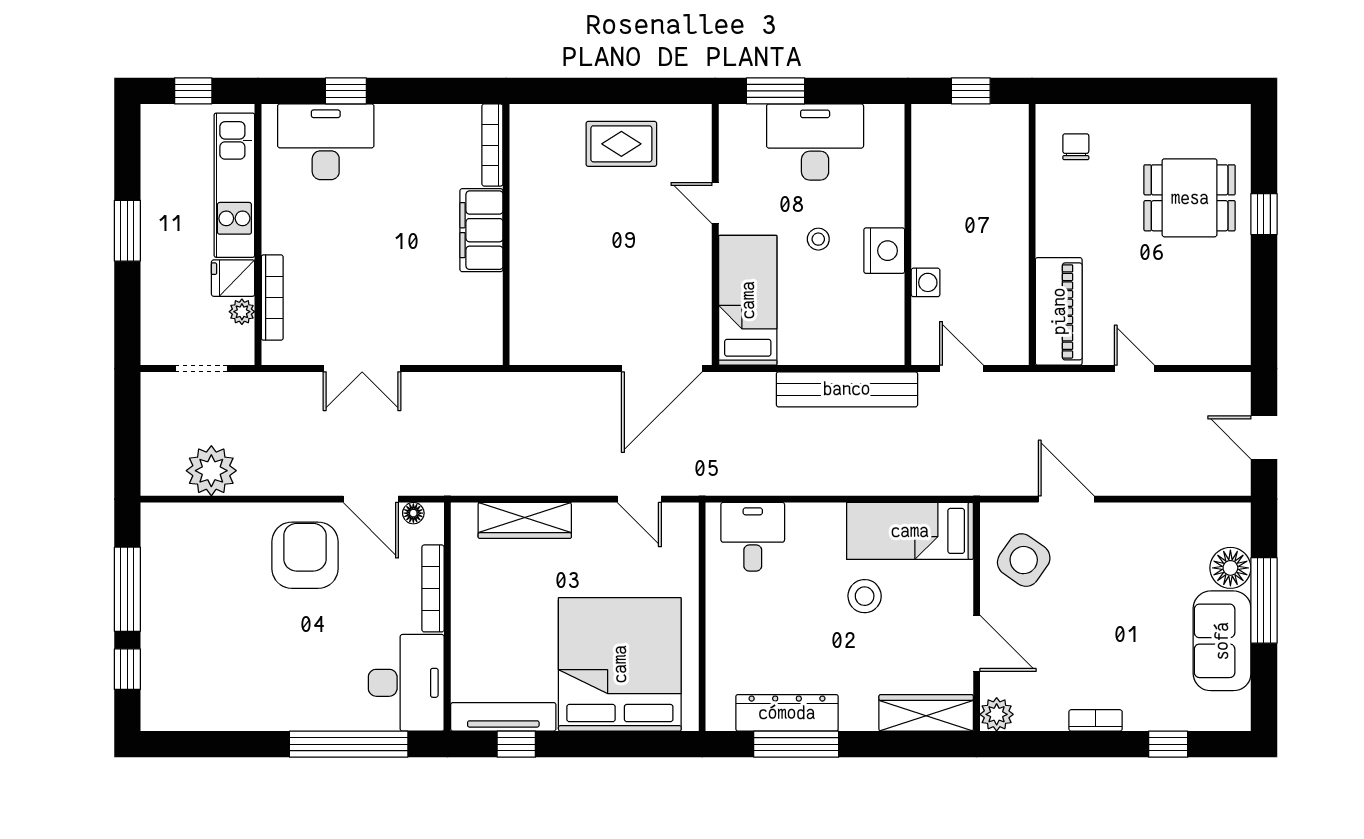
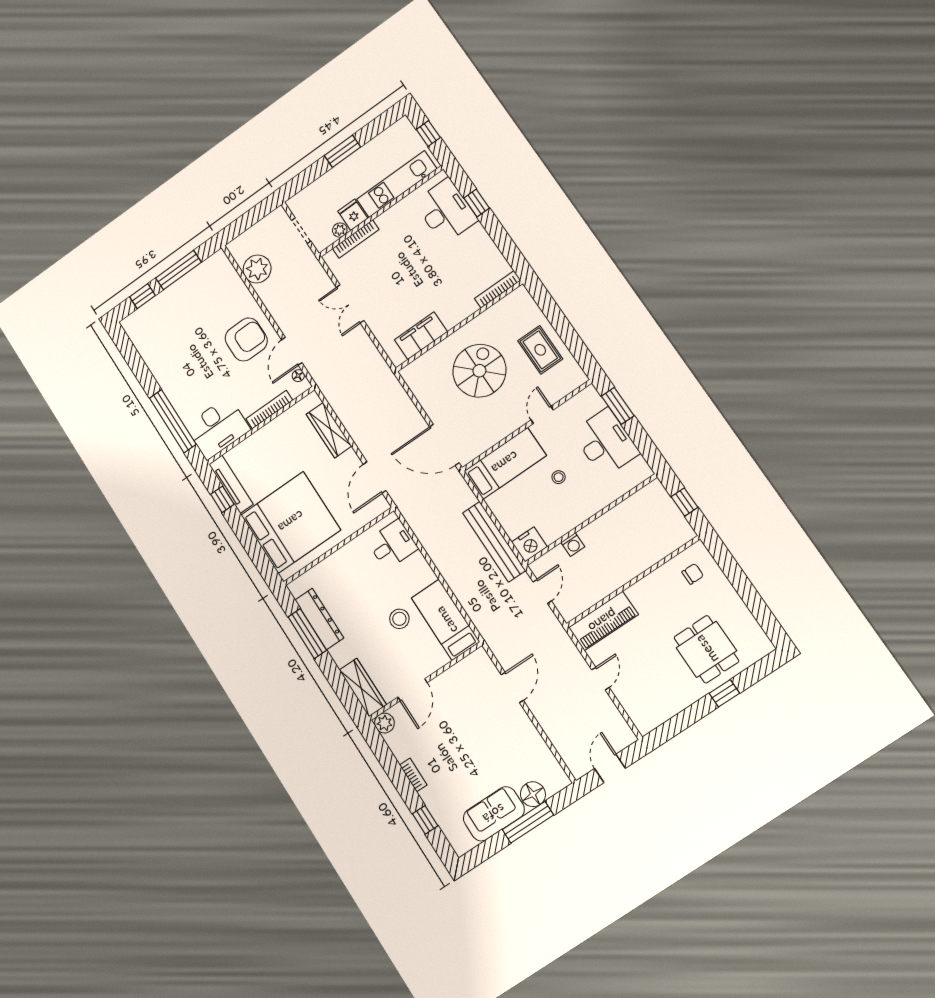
filing cabinet: (481, 230) -> (421, 336), moved
spiral stairs: (591, 248) -> (479, 371), added
nightstand: (884, 251) -> (529, 544), moved
door: (639, 499) -> (375, 477), width x1.38
side table: (1024, 560) -> (468, 686), removed

